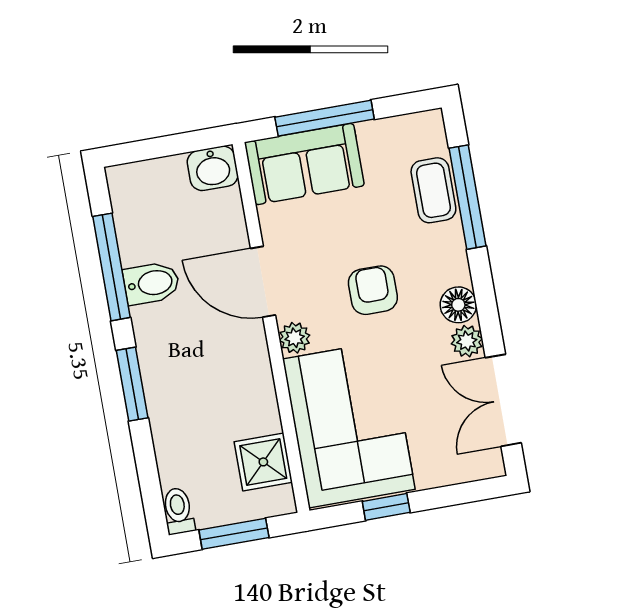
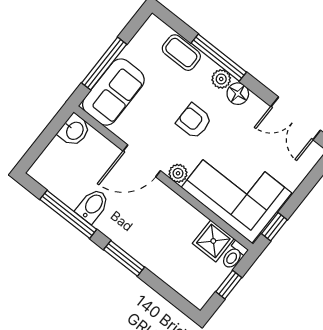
window: (467, 197) -> (219, 58), moved
plant: (467, 341) -> (221, 79), moved
window: (386, 507) -> (274, 227), moved
toilet: (178, 511) -> (234, 255), moved, turned -90
window: (234, 534) -> (229, 285), width x0.67

